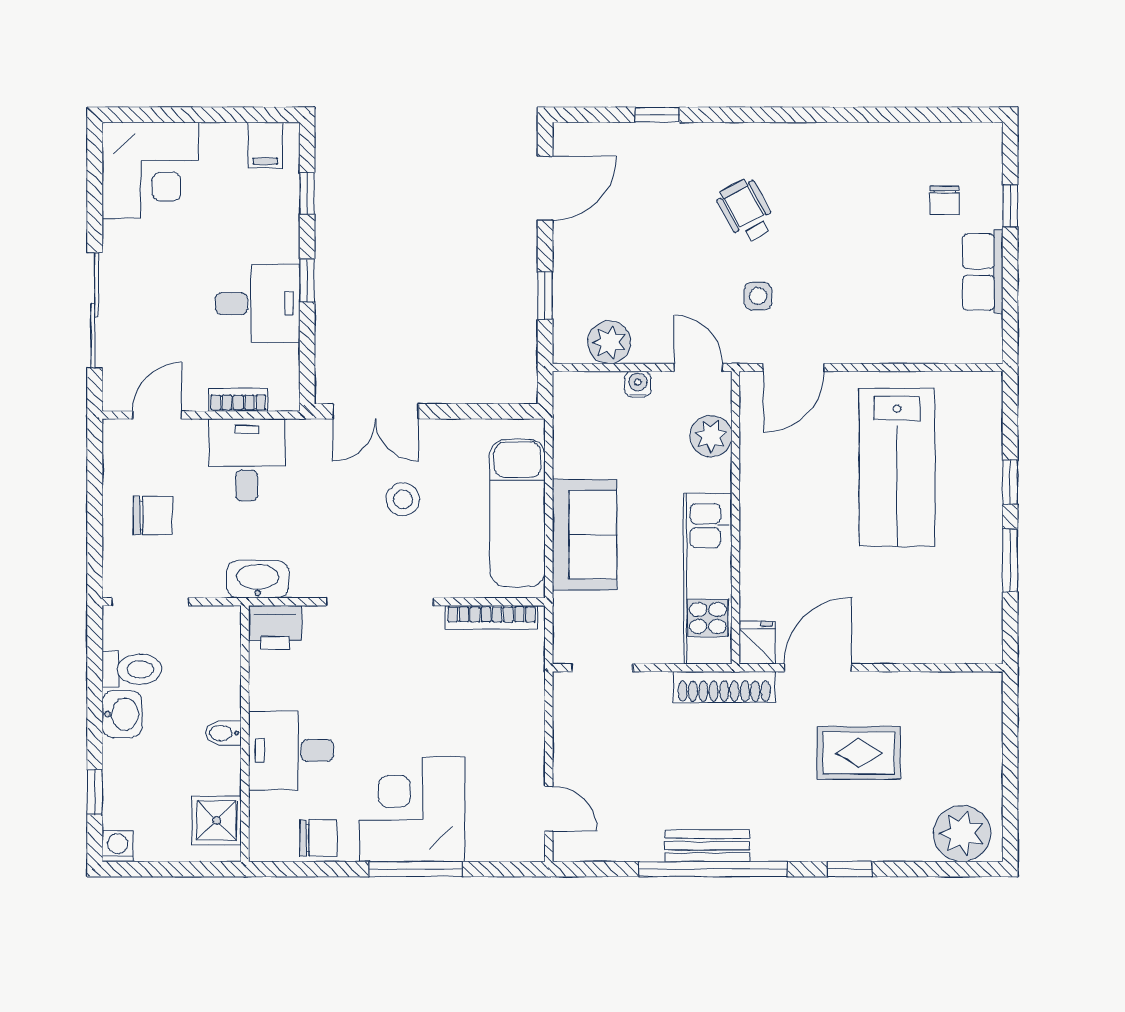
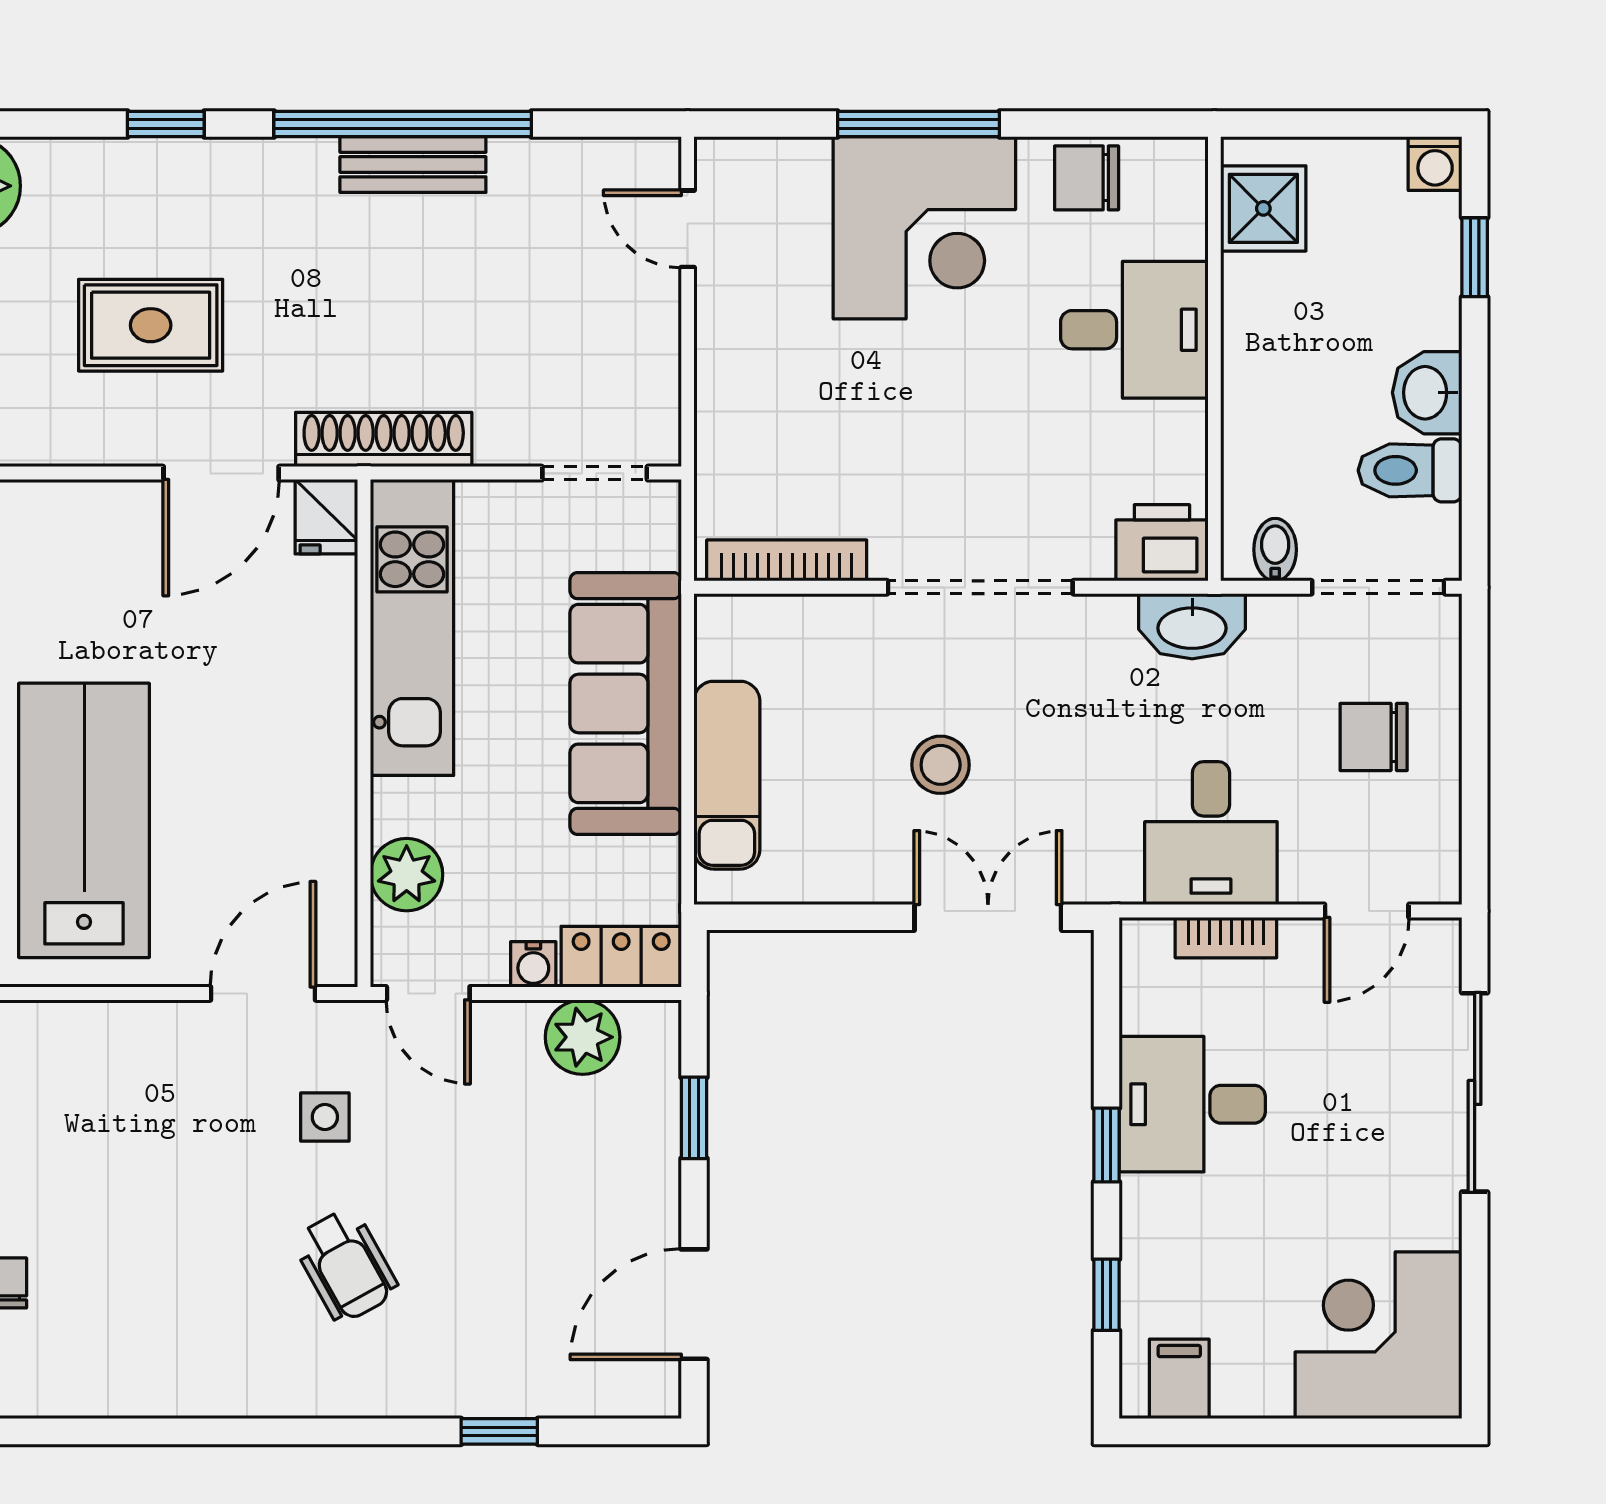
locker: (587, 389) -> (621, 957), added
exam couch: (517, 513) -> (727, 775), width x0.73, depth x0.69
sofa: (585, 535) -> (626, 704), width x1.36
bidet: (223, 733) -> (1275, 550), moved, turned -90

